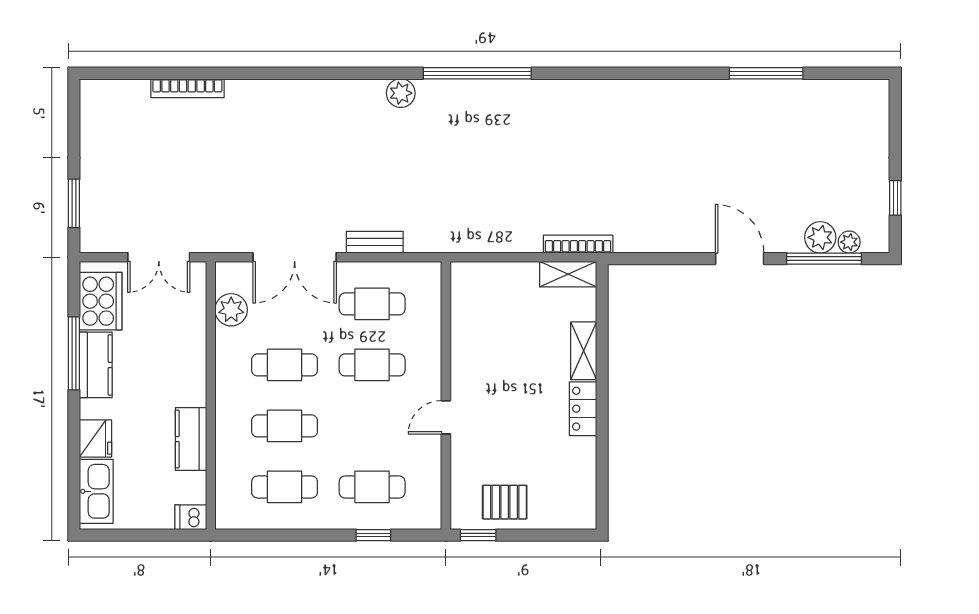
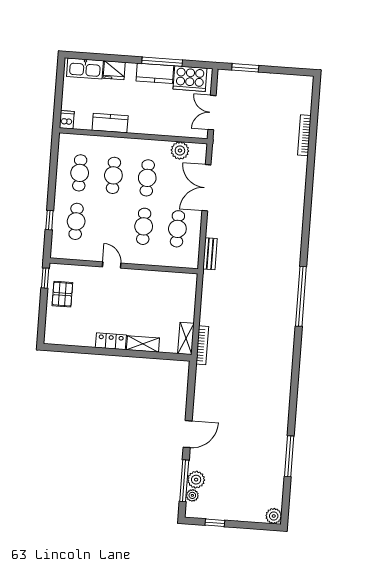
plant: (401, 93) -> (274, 516), moved
bench: (375, 242) -> (210, 254), moved

